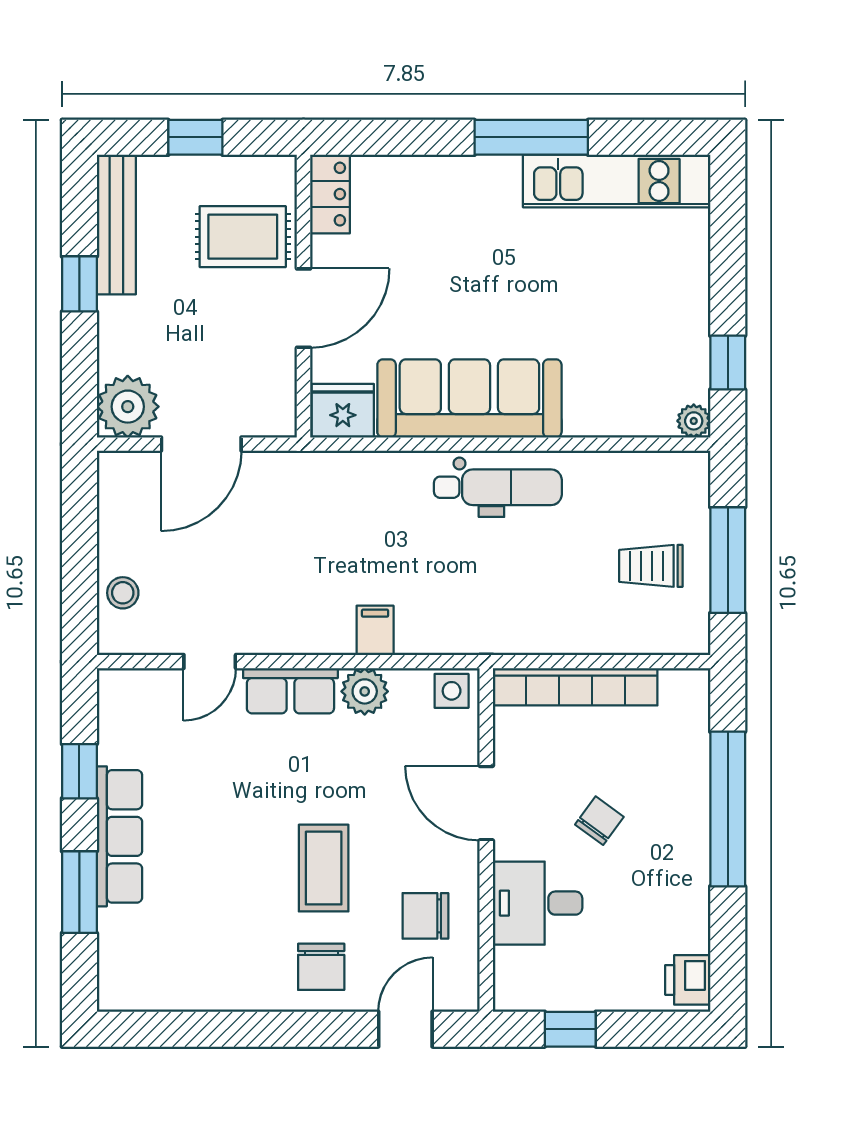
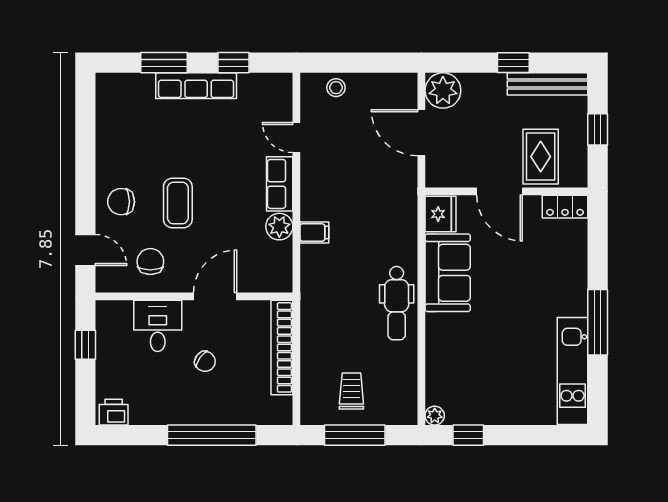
sofa: (469, 398) -> (448, 273), width x0.73
side table: (452, 691) -> (280, 277), removed
coffee table: (324, 868) -> (178, 203), turned 90

